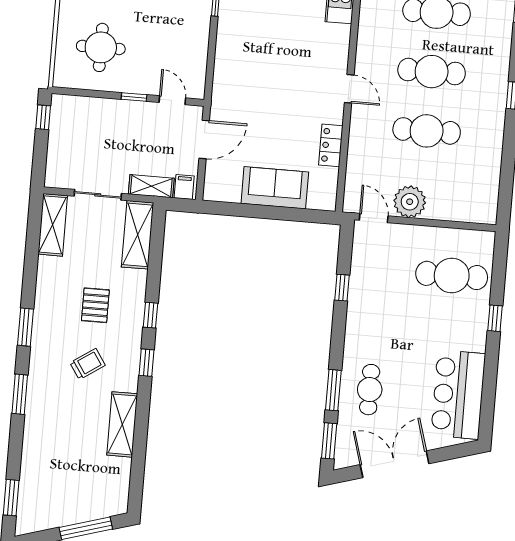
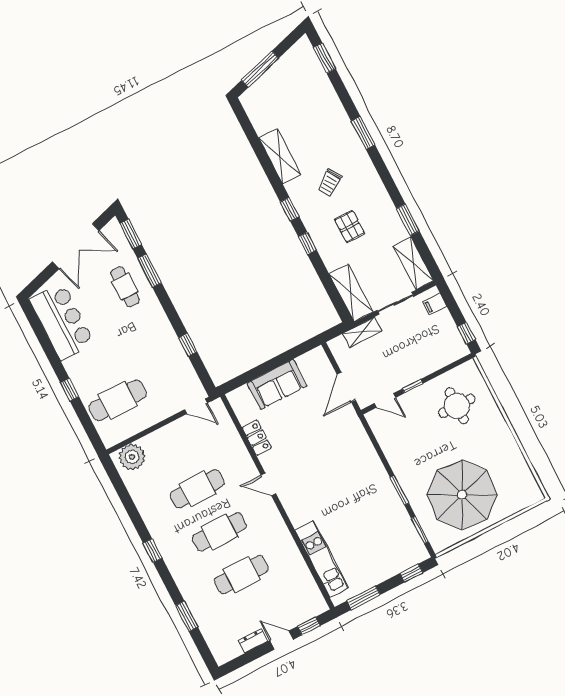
filing cabinet: (184, 187) -> (435, 304), moved, turned 90
plant: (410, 202) -> (132, 457), moved
window: (25, 327) -> (408, 220), moved

